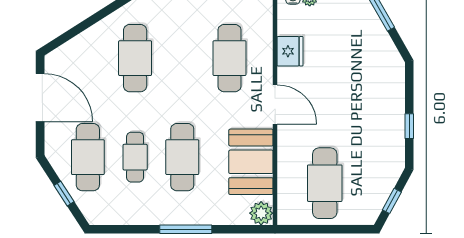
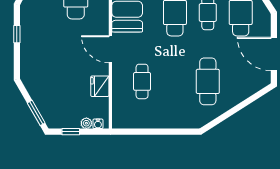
cafe table: (229, 58) -> (142, 81), width x0.73, depth x0.74

